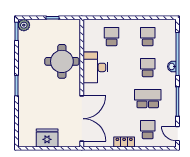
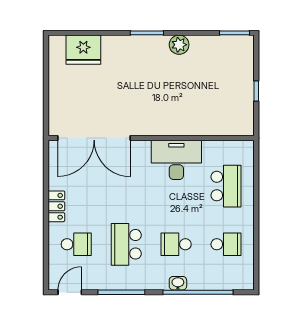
plant: (24, 25) -> (179, 45), moved
school desk: (112, 37) -> (226, 186), width x1.85
round table: (62, 61) -> (186, 106), removed
school desk: (148, 68) -> (176, 244), turned 180
school desk: (148, 99) -> (126, 244), turned 180
fridge: (47, 138) -> (83, 50), moved, turned 90

